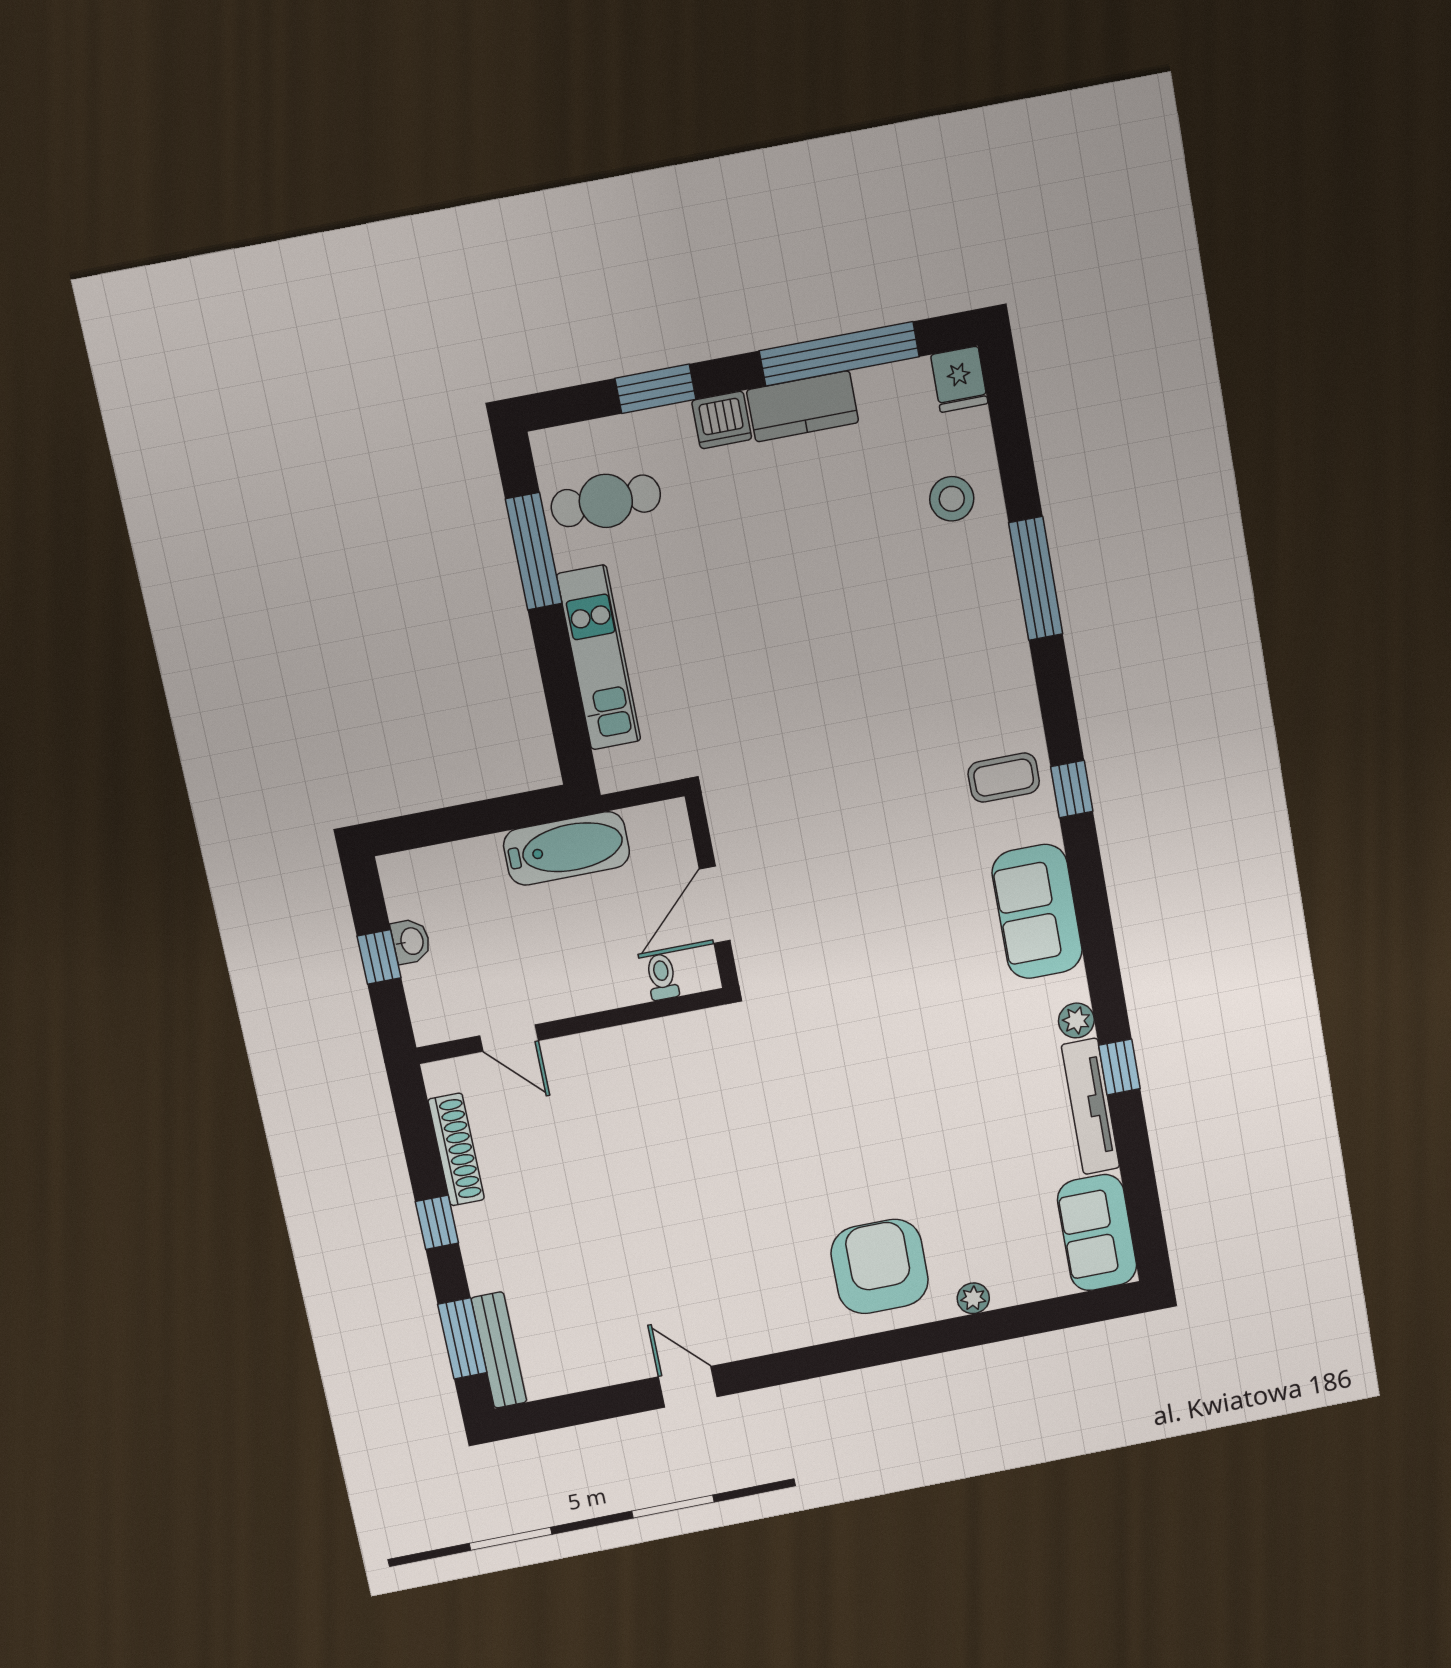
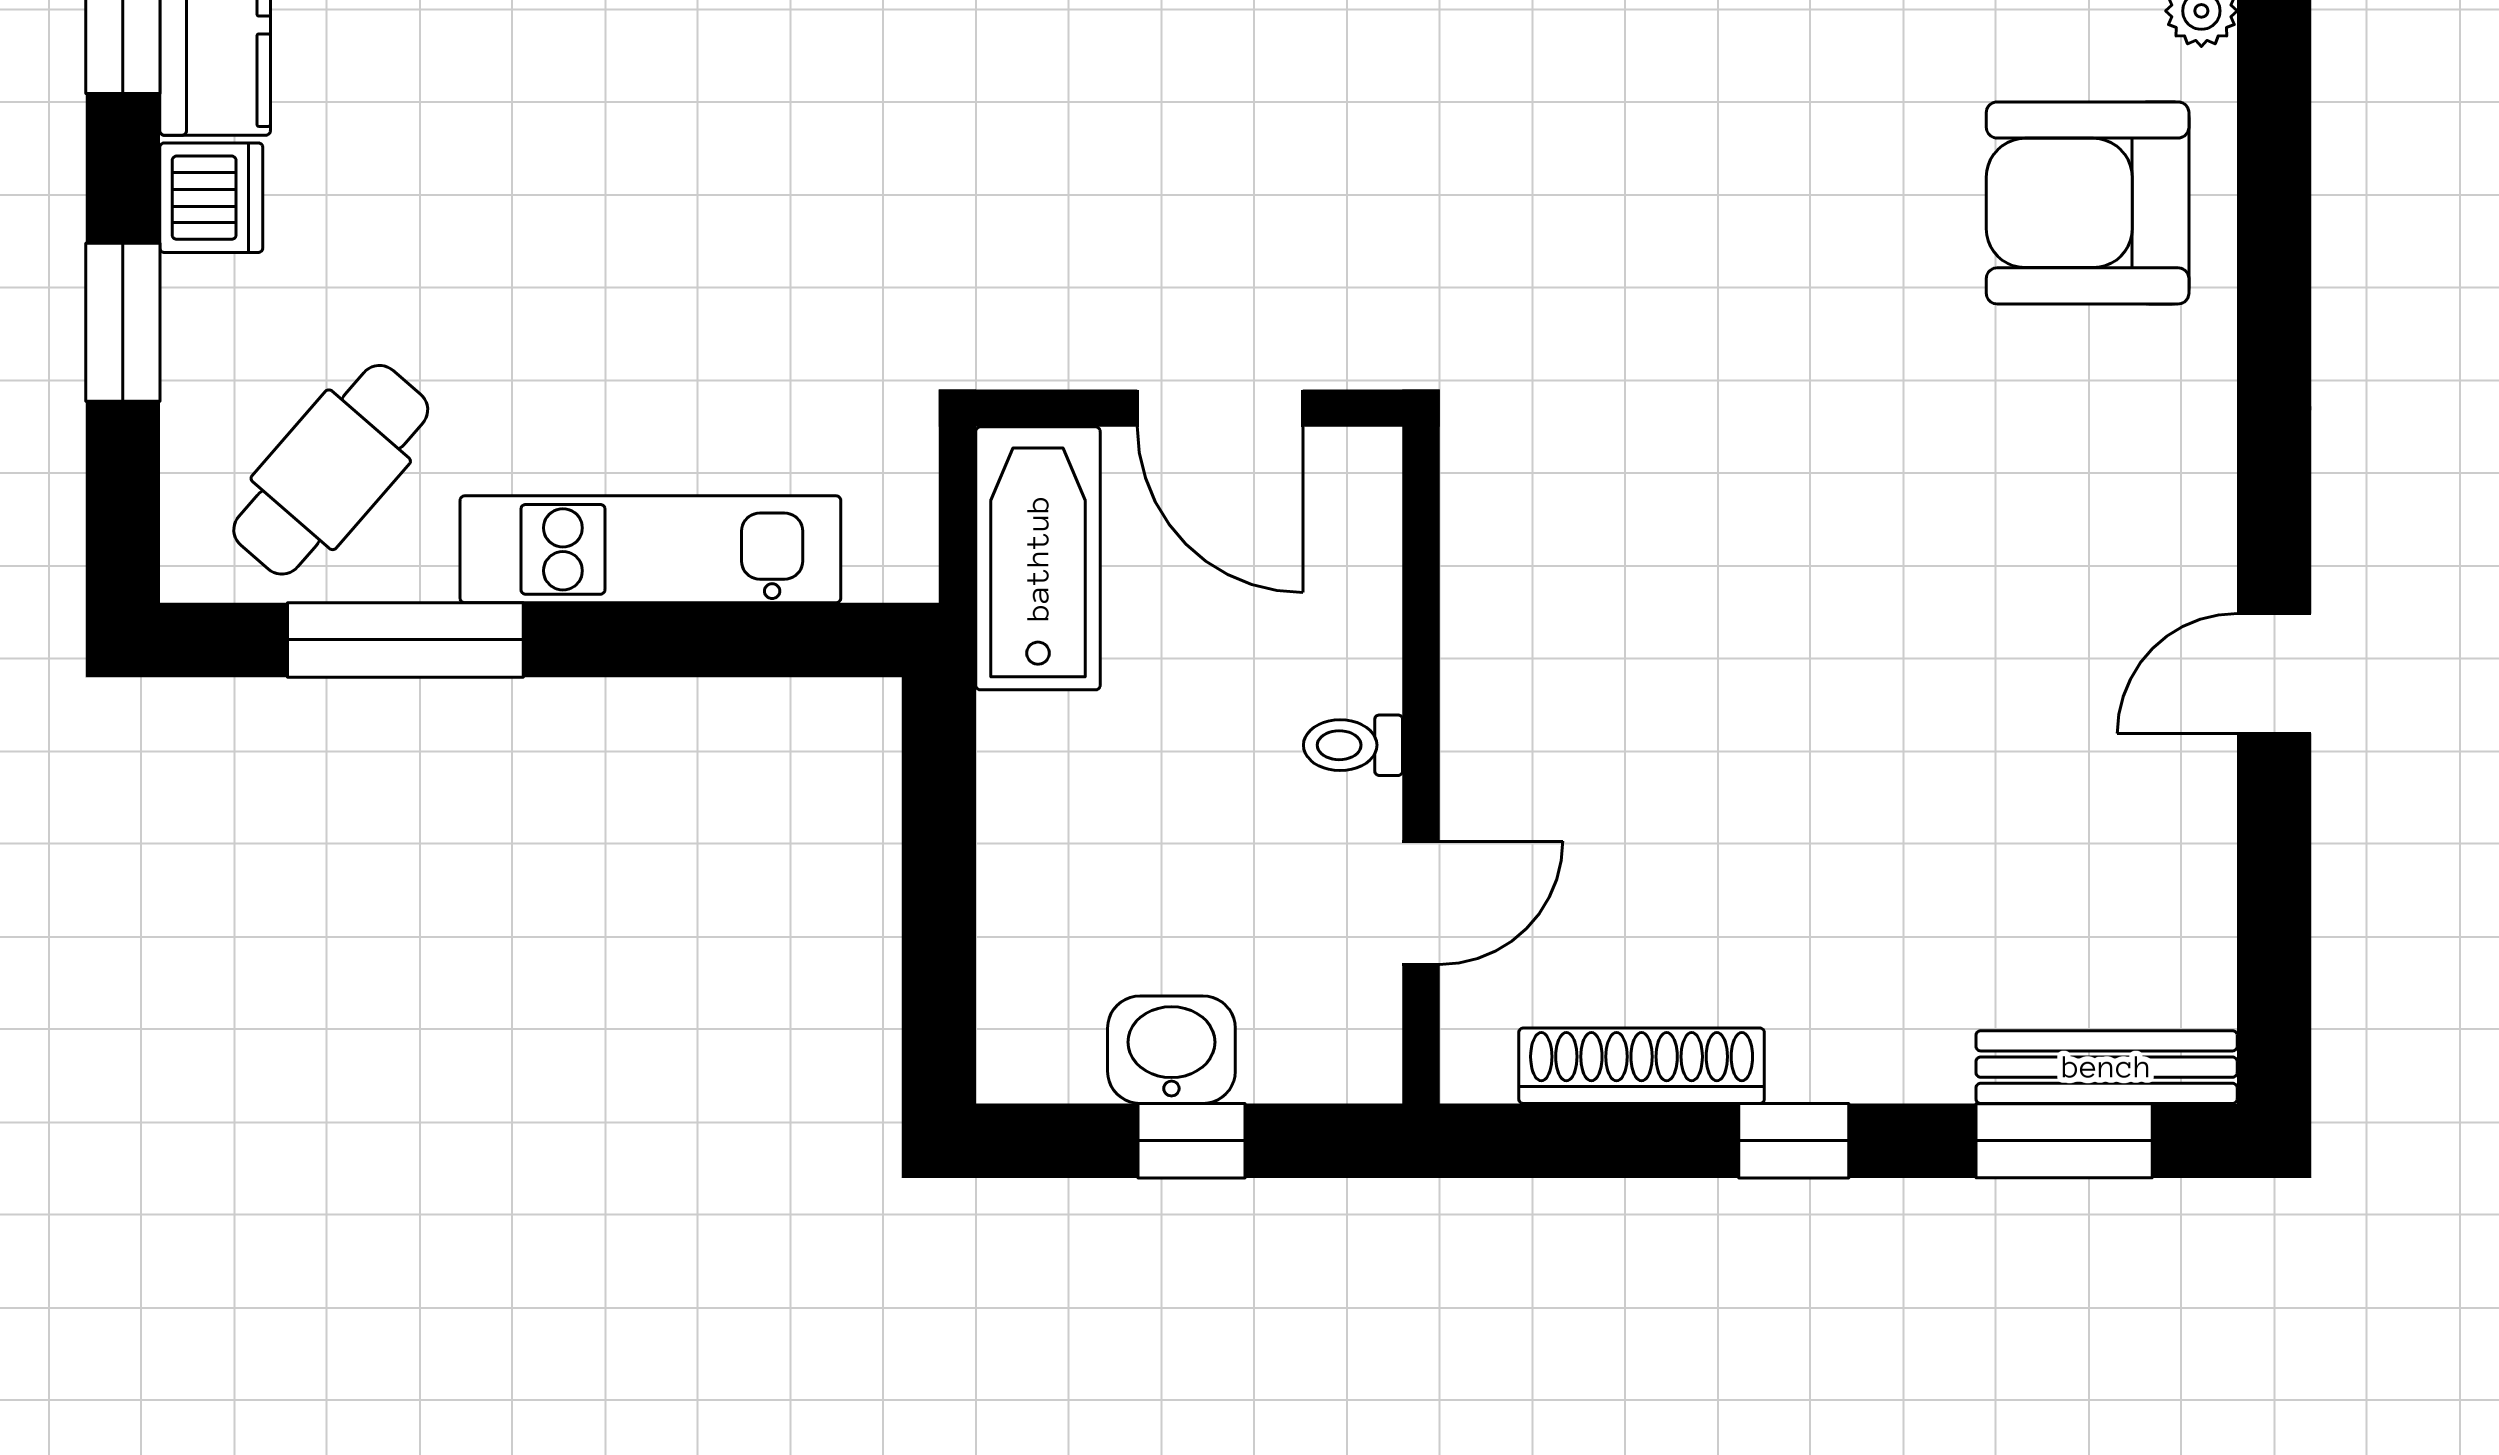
cafe table: (606, 501) -> (331, 470), turned 41
bathtub: (566, 848) -> (1038, 558), moved
washbasin: (411, 941) -> (1171, 1050), width x1.38, depth x1.45
toilet: (662, 977) -> (1353, 745), moved

